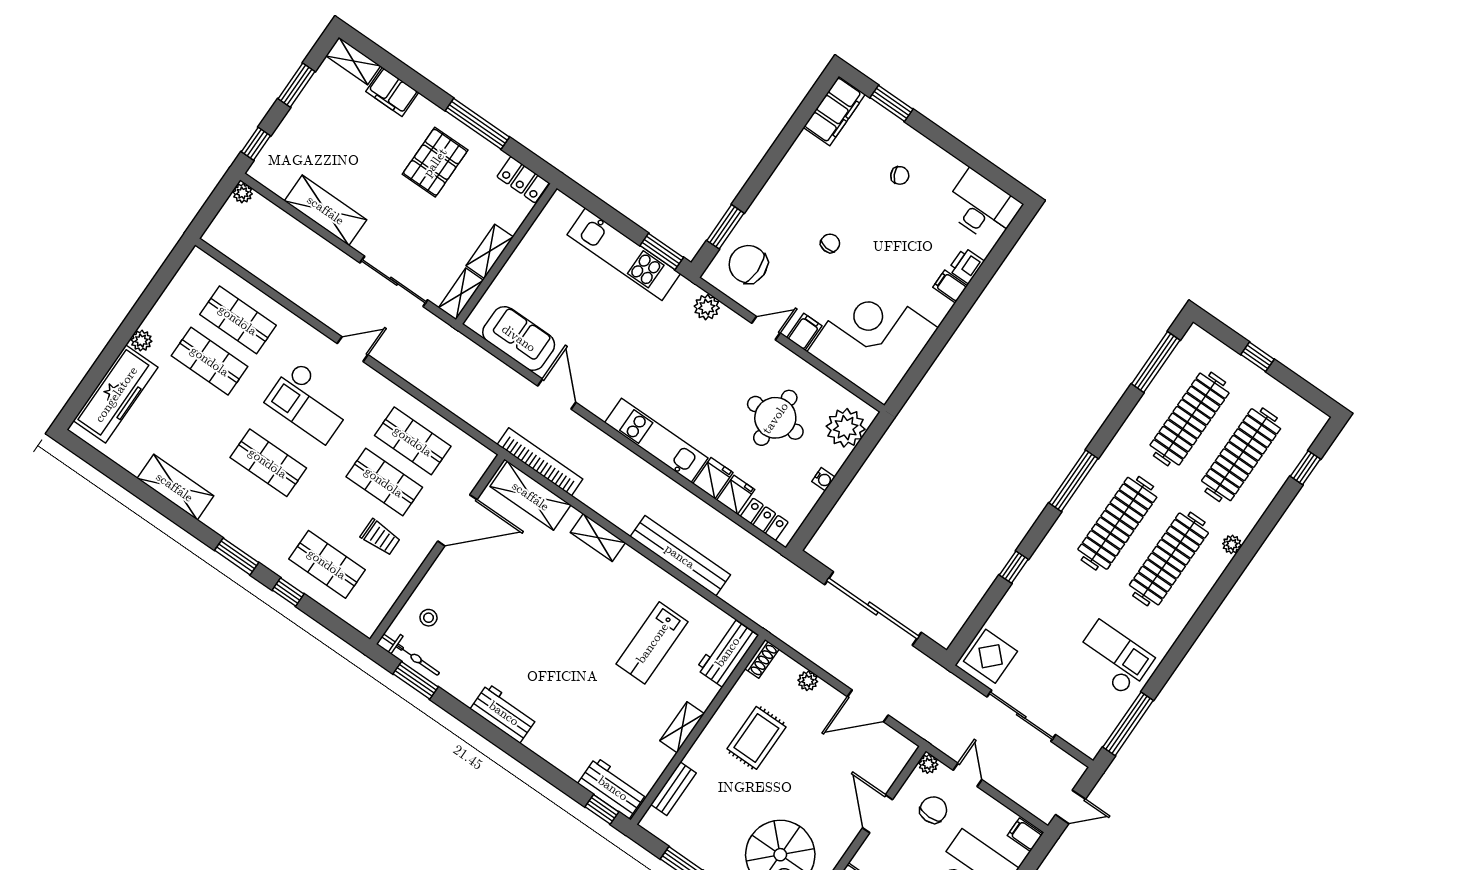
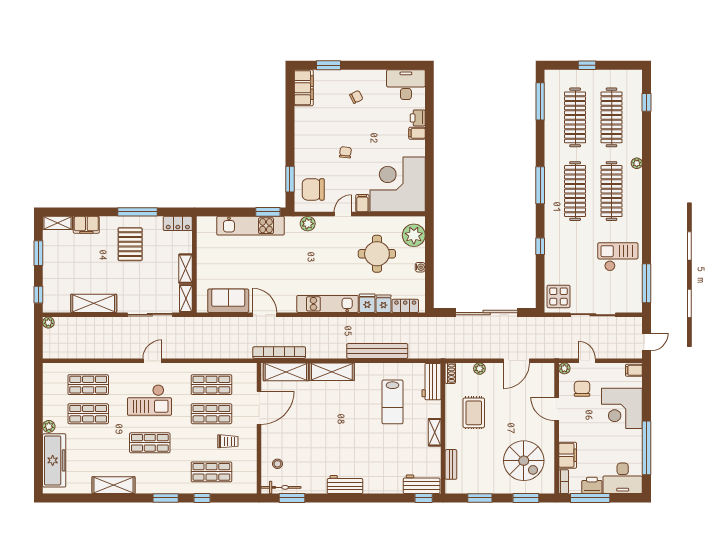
shelving: (598, 537) -> (332, 372), width x1.50, depth x1.33

